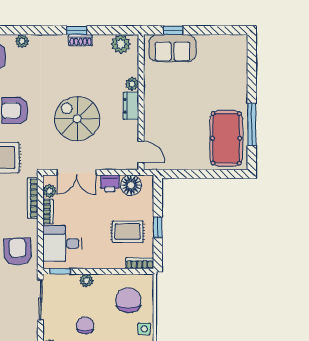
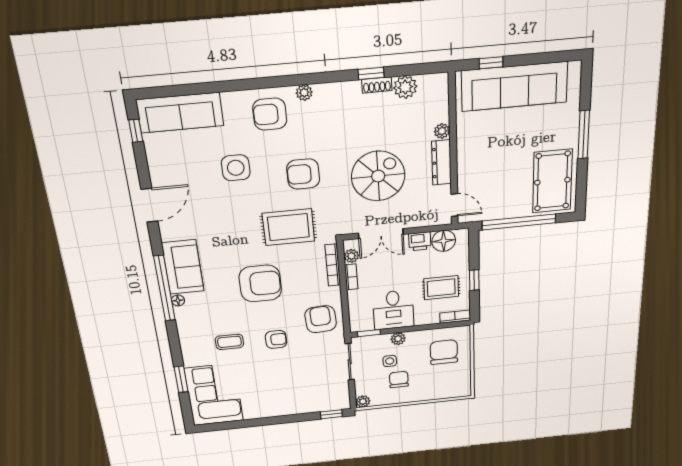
plant: (121, 44) -> (405, 87), moved
sofa: (172, 48) -> (514, 86), width x1.85, depth x1.27
dresser: (131, 106) -> (441, 163), width x1.44
spiral stairs: (77, 119) -> (378, 176), turned 90
window: (252, 124) -> (584, 135), moved
window: (198, 174) -> (519, 222), added
desk: (62, 244) -> (393, 310), moved, turned -90
side table: (144, 329) -> (390, 361), moved

